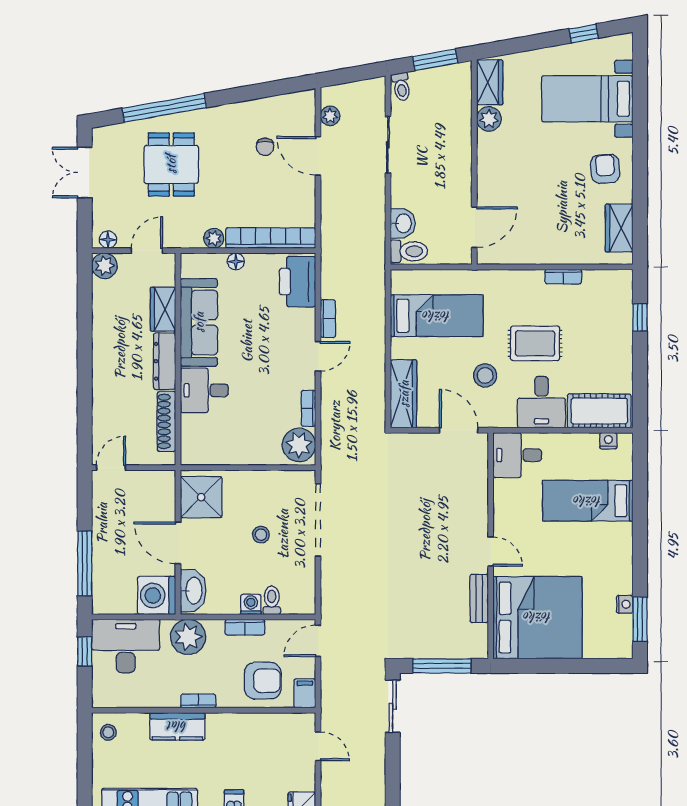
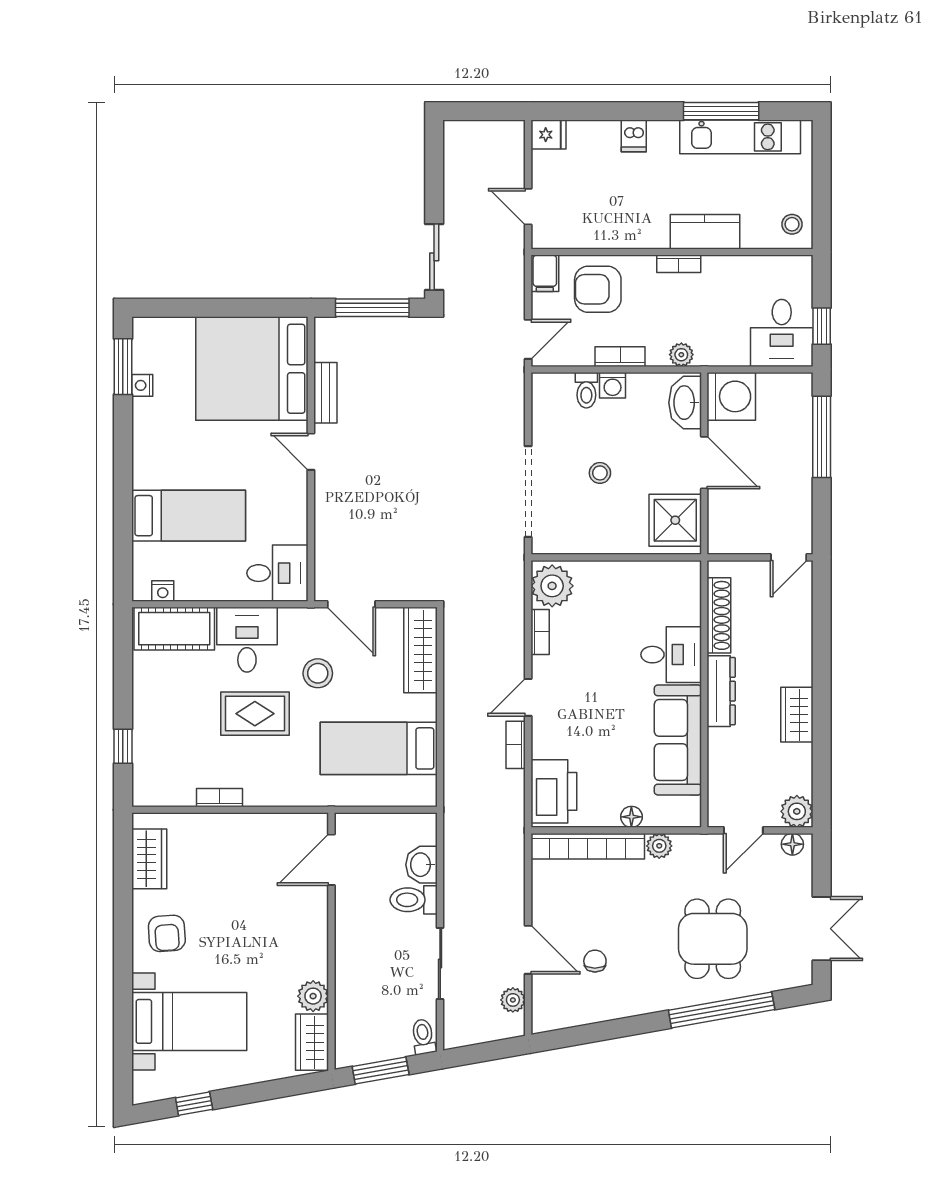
toilet: (409, 251) -> (414, 900), moved
wardrobe: (163, 309) -> (797, 715), moved, turned 180
plant: (188, 637) -> (681, 355), width x0.53, depth x0.53
desk: (126, 646) -> (782, 333), width x0.73

